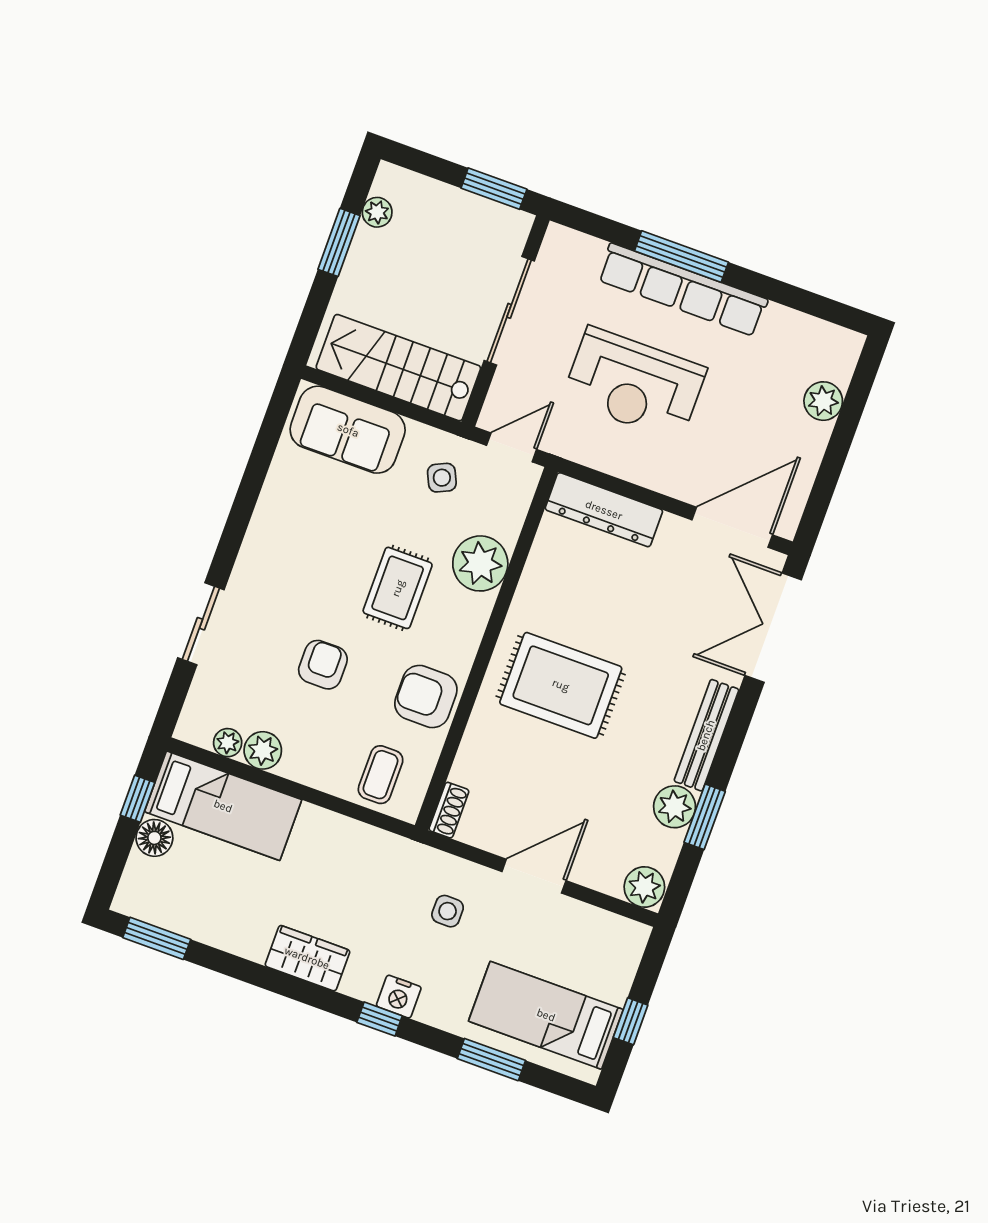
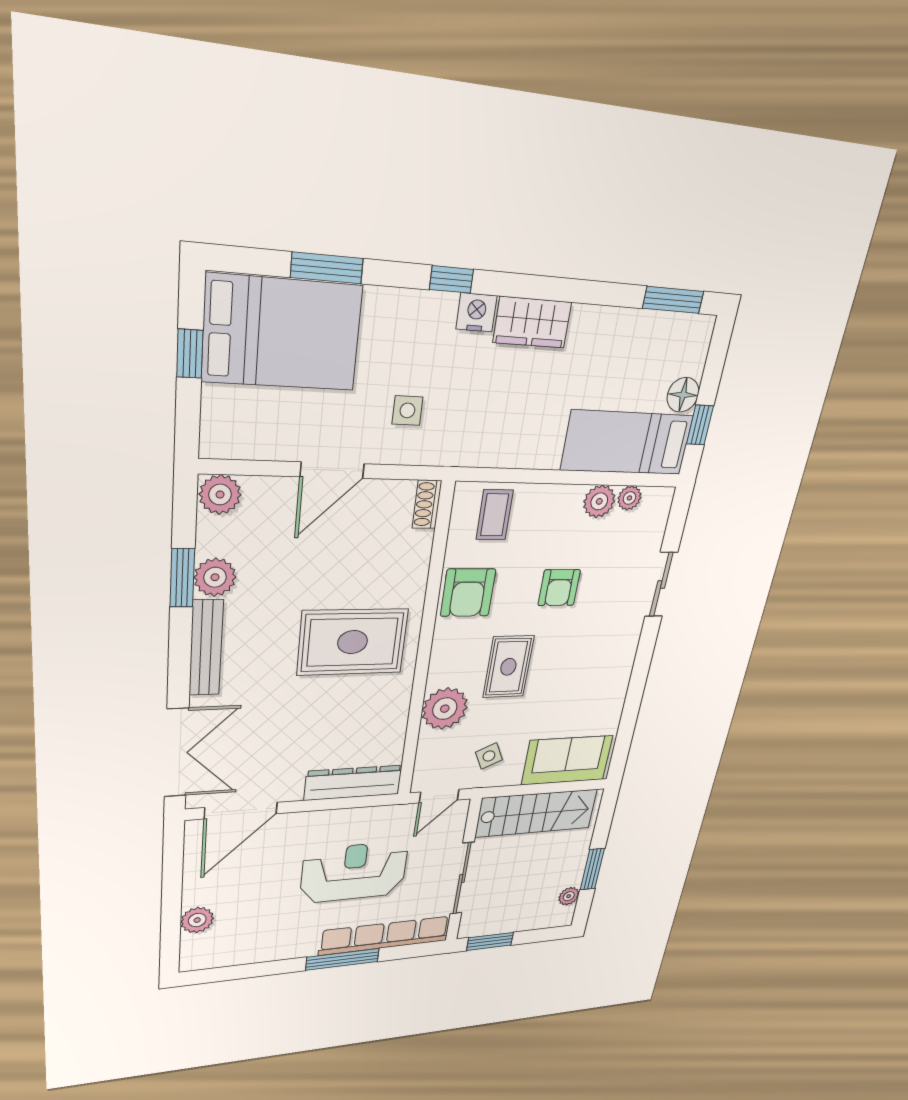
row of seats: (683, 290) -> (385, 936), moved
armchair: (426, 697) -> (468, 593), turned 90
nightstand: (399, 997) -> (476, 312), moved
bed: (546, 1015) -> (282, 334), width x1.50

